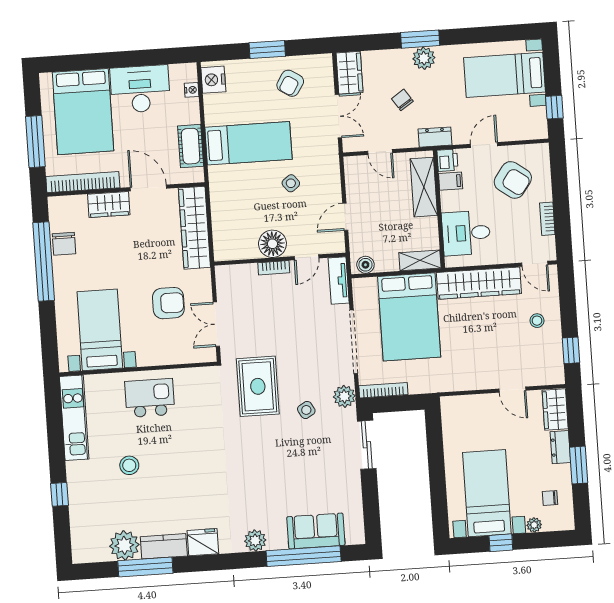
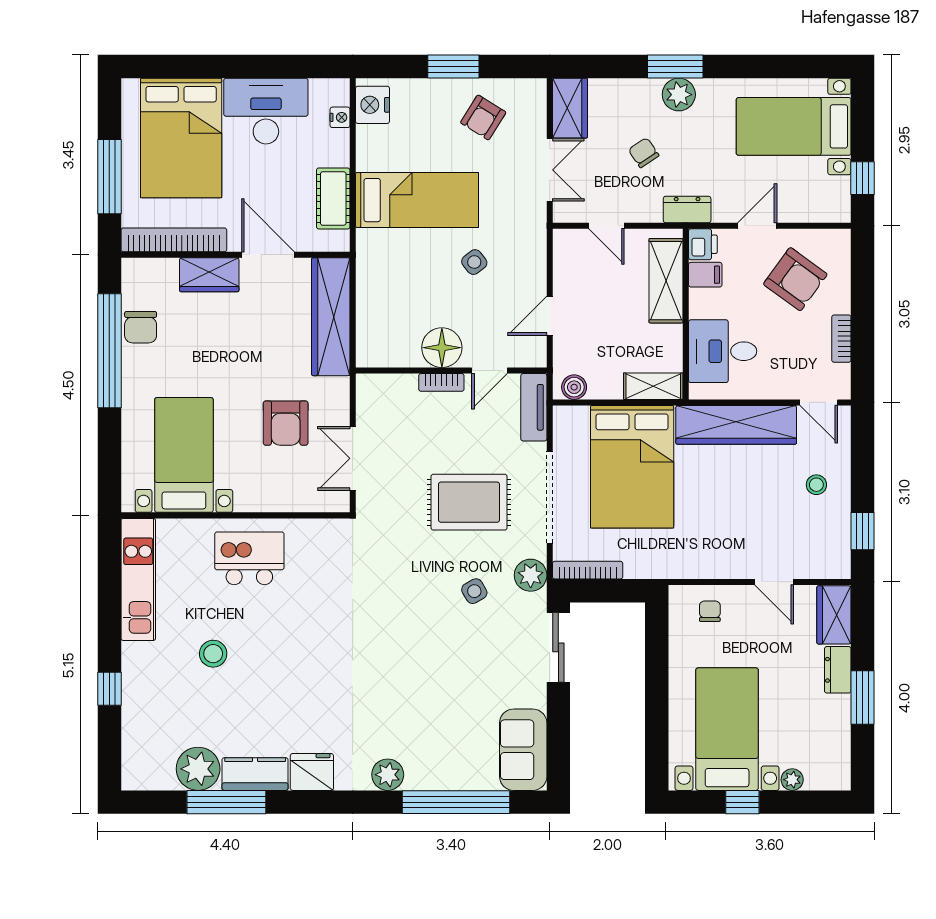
armchair: (168, 303) -> (286, 423), turned 90
rug: (258, 386) -> (469, 502), moved, turned 90
chair: (550, 498) -> (710, 611), moved, turned 90
sofa: (316, 531) -> (523, 750), moved, turned -90

